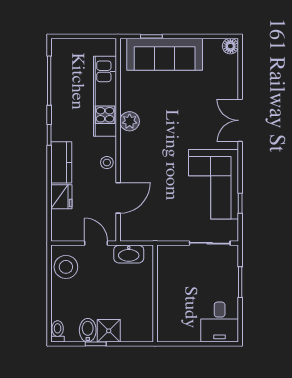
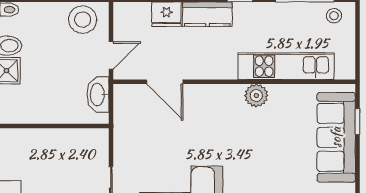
stool: (107, 163) -> (334, 16), moved

